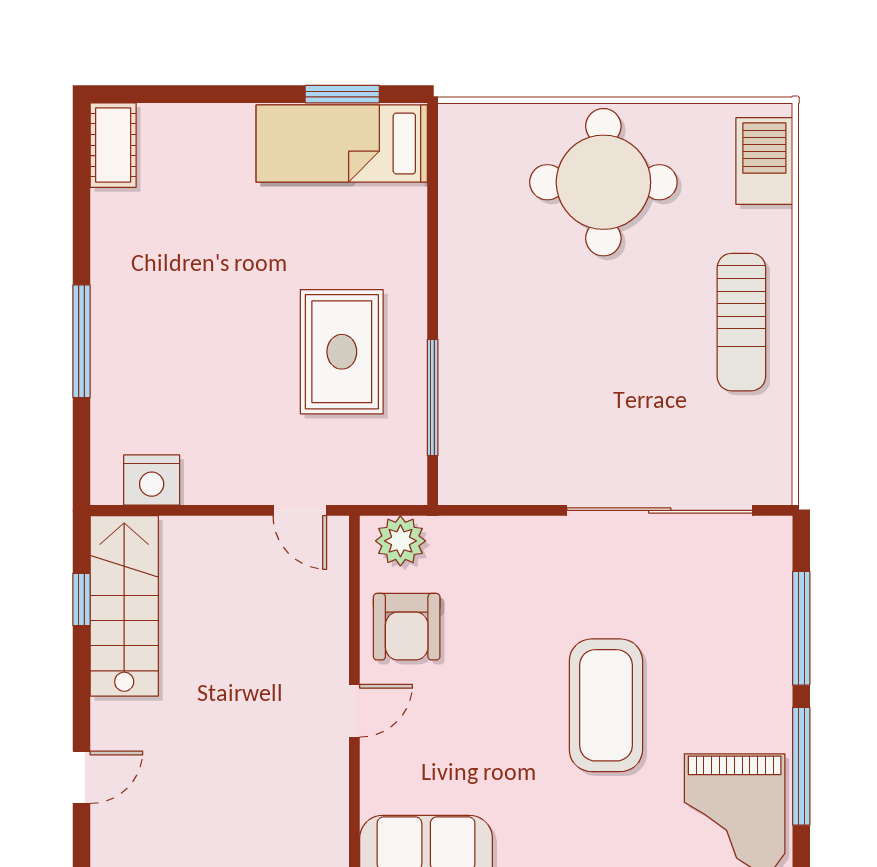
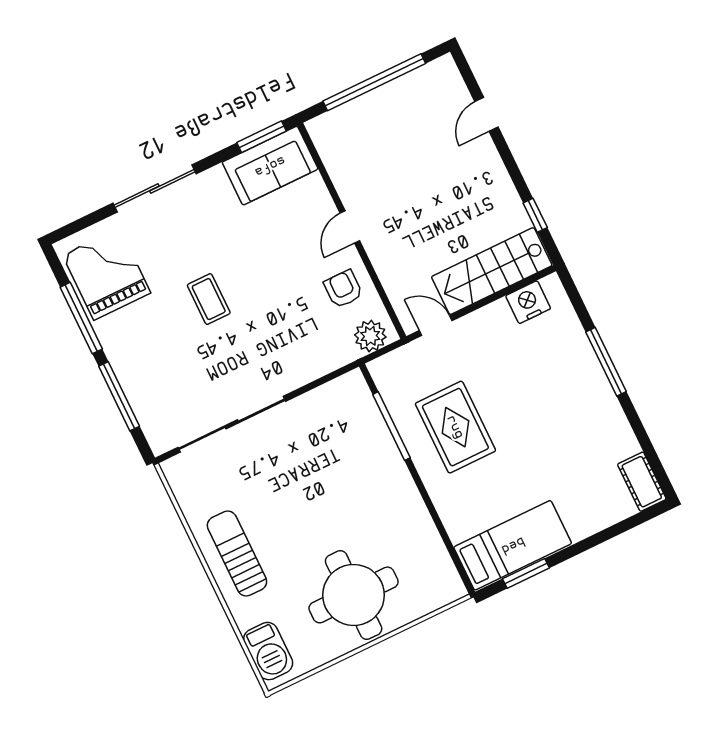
stairs: (124, 606) -> (492, 271), moved, turned 90
armchair: (407, 627) -> (343, 289), width x0.72, depth x0.72
coffee table: (606, 705) -> (209, 299), width x0.54, depth x0.58

